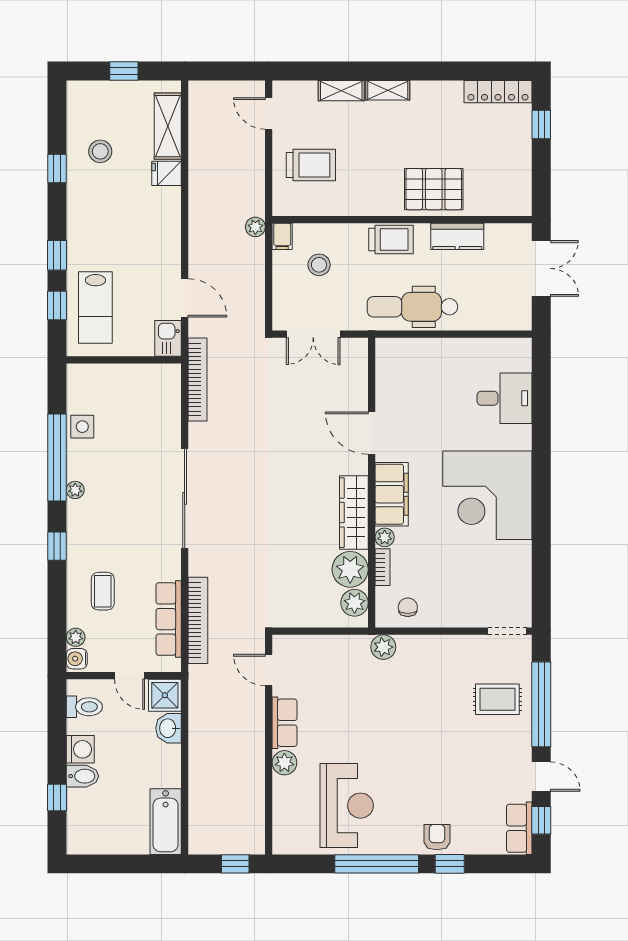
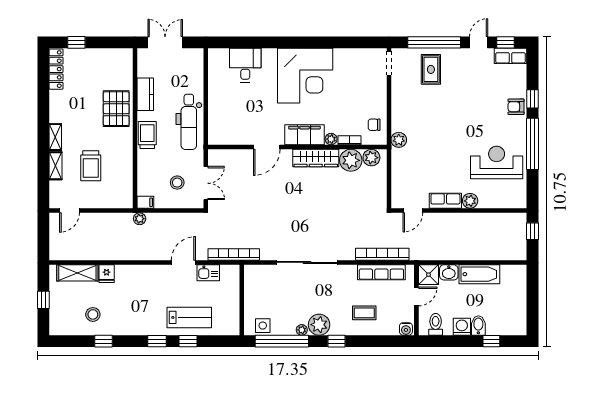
trolley: (311, 165) -> (91, 166), moved, turned 180
stool: (319, 265) -> (177, 183), moved
wall: (124, 360) -> (242, 300), moved
plant: (76, 637) -> (319, 325), moved, width x1.88, depth x1.88
bathtub: (166, 822) -> (479, 274), moved

